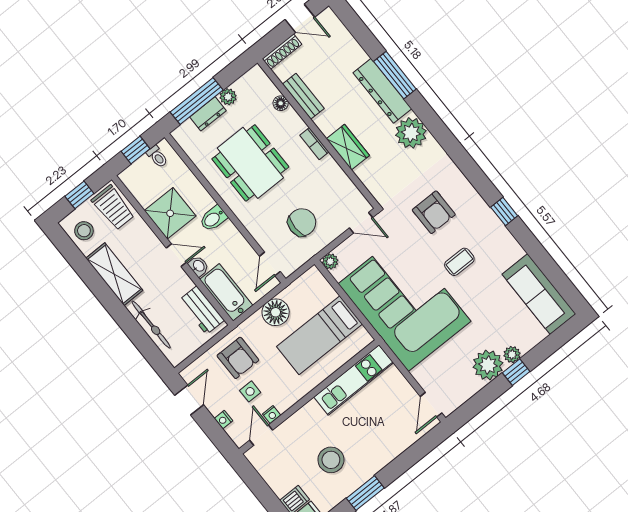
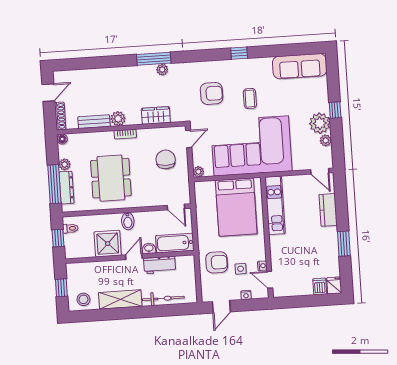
window: (395, 75) -> (154, 59), moved
dresser: (382, 91) -> (122, 74), removed
floor lamp: (281, 103) -> (62, 139), moved
dresser: (208, 114) -> (67, 188), width x1.44
plant: (327, 122) -> (118, 119), added
plant: (411, 133) -> (162, 70), width x0.53, depth x0.53
wardrobe: (348, 147) -> (156, 115), moved
dining table: (250, 163) -> (111, 178), turned 90
trolley: (113, 208) -> (82, 274), removed
chair: (302, 222) -> (166, 159), moved
workbench: (202, 310) -> (160, 265), moved
floor lamp: (276, 312) -> (206, 223), removed
bed: (320, 335) -> (236, 207), width x1.50
plant: (512, 354) -> (326, 140), moved
door: (189, 400) -> (221, 307), swing flipped
kitchen counter: (392, 446) -> (328, 210), added
stool: (331, 460) -> (311, 250), removed

